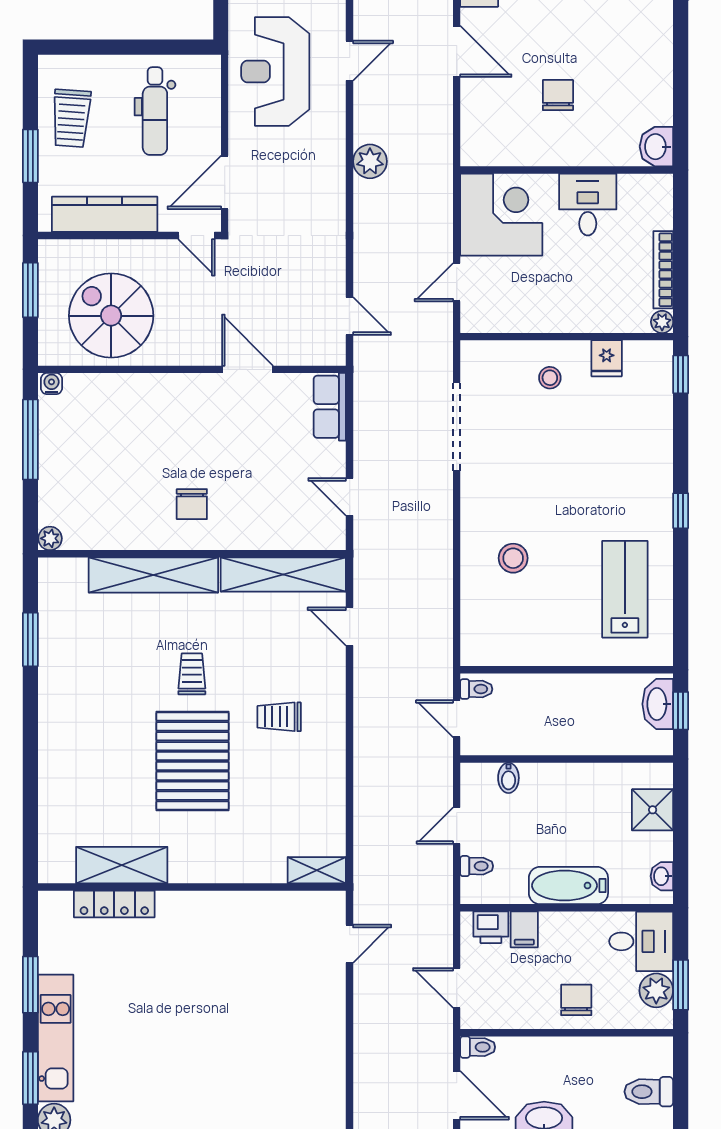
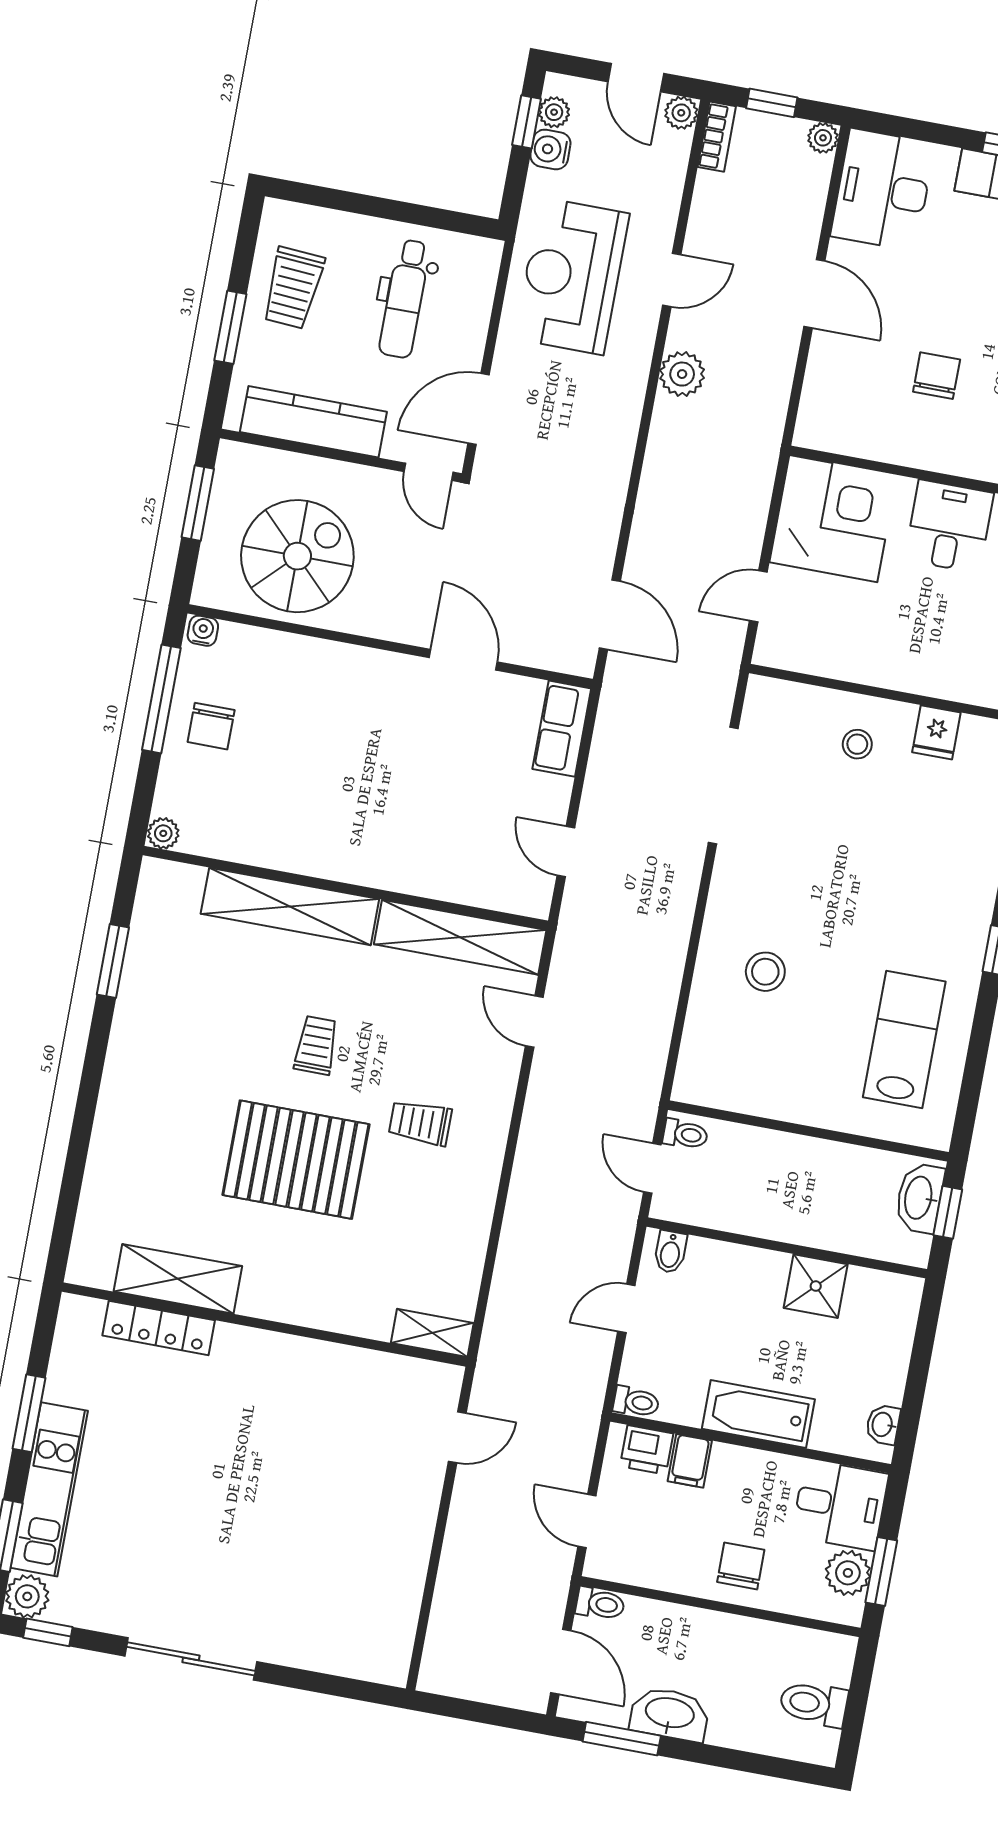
plant: (370, 161) -> (682, 374), moved
spiral stairs: (111, 316) -> (297, 556), turned 90
door: (350, 316) -> (610, 615), width x1.38
chair: (192, 504) -> (211, 726), moved
pallet: (193, 761) -> (296, 1160), turned 90
bidet: (508, 778) -> (670, 1252), moved
shower: (653, 810) -> (816, 1286), moved
toilet: (477, 866) -> (636, 1402), moved

